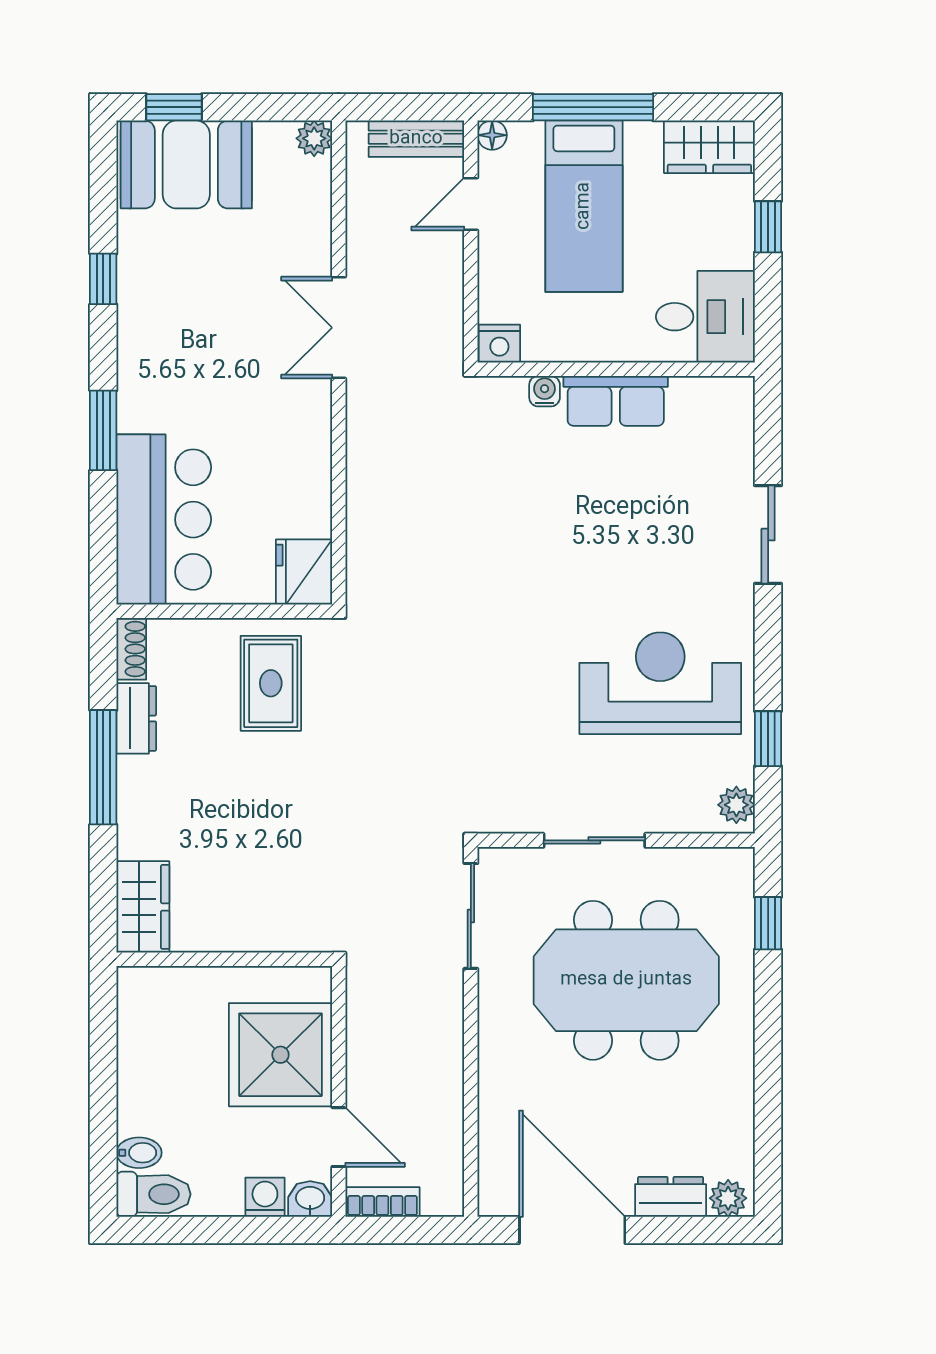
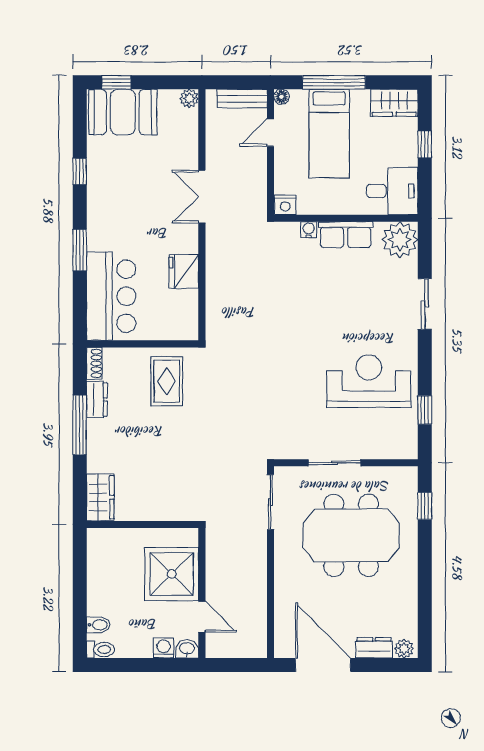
fridge: (304, 572) -> (184, 271), moved
plant: (736, 805) -> (400, 240), moved, width x1.87, depth x1.87
toilet: (154, 1194) -> (100, 650), width x0.73, depth x0.72
bookcase: (382, 1202) -> (225, 650), removed

